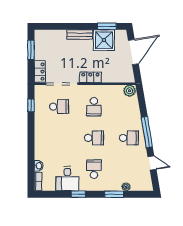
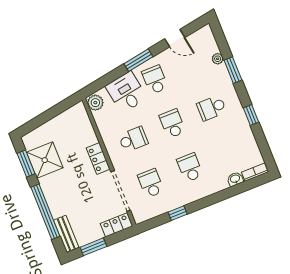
window: (68, 26) -> (45, 212), added
bench: (80, 35) -> (66, 234), moved
door: (133, 52) -> (45, 117), removed
window: (31, 105) -> (178, 213), moved
window: (147, 132) -> (138, 60), width x0.69
school desk: (59, 138) -> (190, 167), added
door: (152, 163) -> (175, 38), swing flipped
desk: (67, 179) -> (126, 92), moved, turned -100

